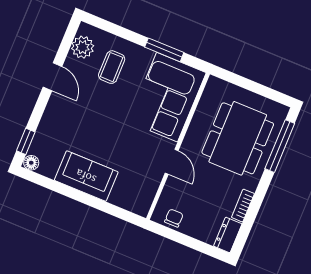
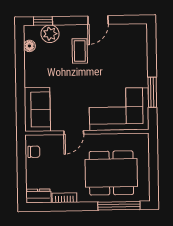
plant: (83, 47) -> (50, 34), moved
coffee table: (112, 67) -> (80, 51), moved, turned 90
floor lamp: (31, 163) -> (29, 46), moved
sofa: (86, 176) -> (37, 110), moved

